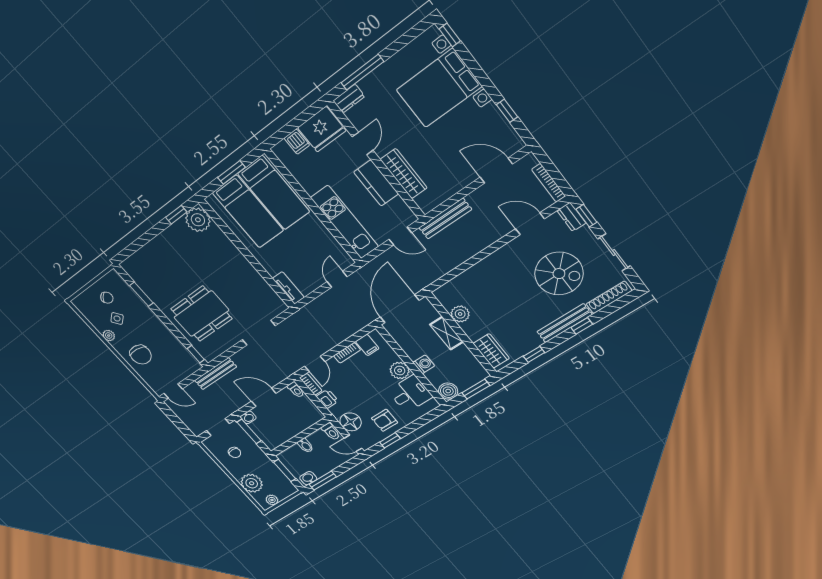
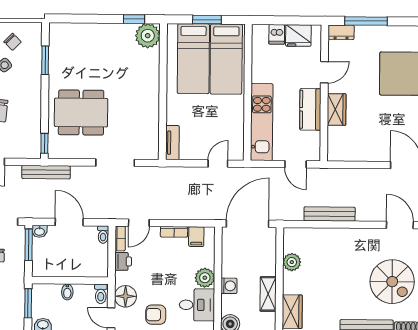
fridge: (322, 129) -> (298, 35), width x0.73, depth x0.75
wardrobe: (404, 174) -> (337, 110), width x0.67
bench: (445, 219) -> (330, 214), moved
shelving: (446, 333) -> (268, 294), moved

